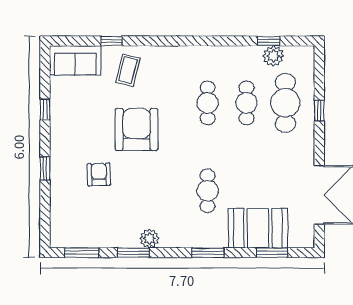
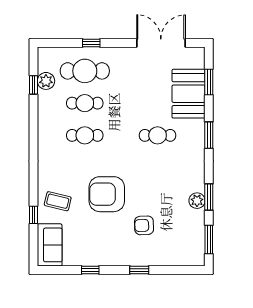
plant: (149, 238) -> (197, 201), moved

